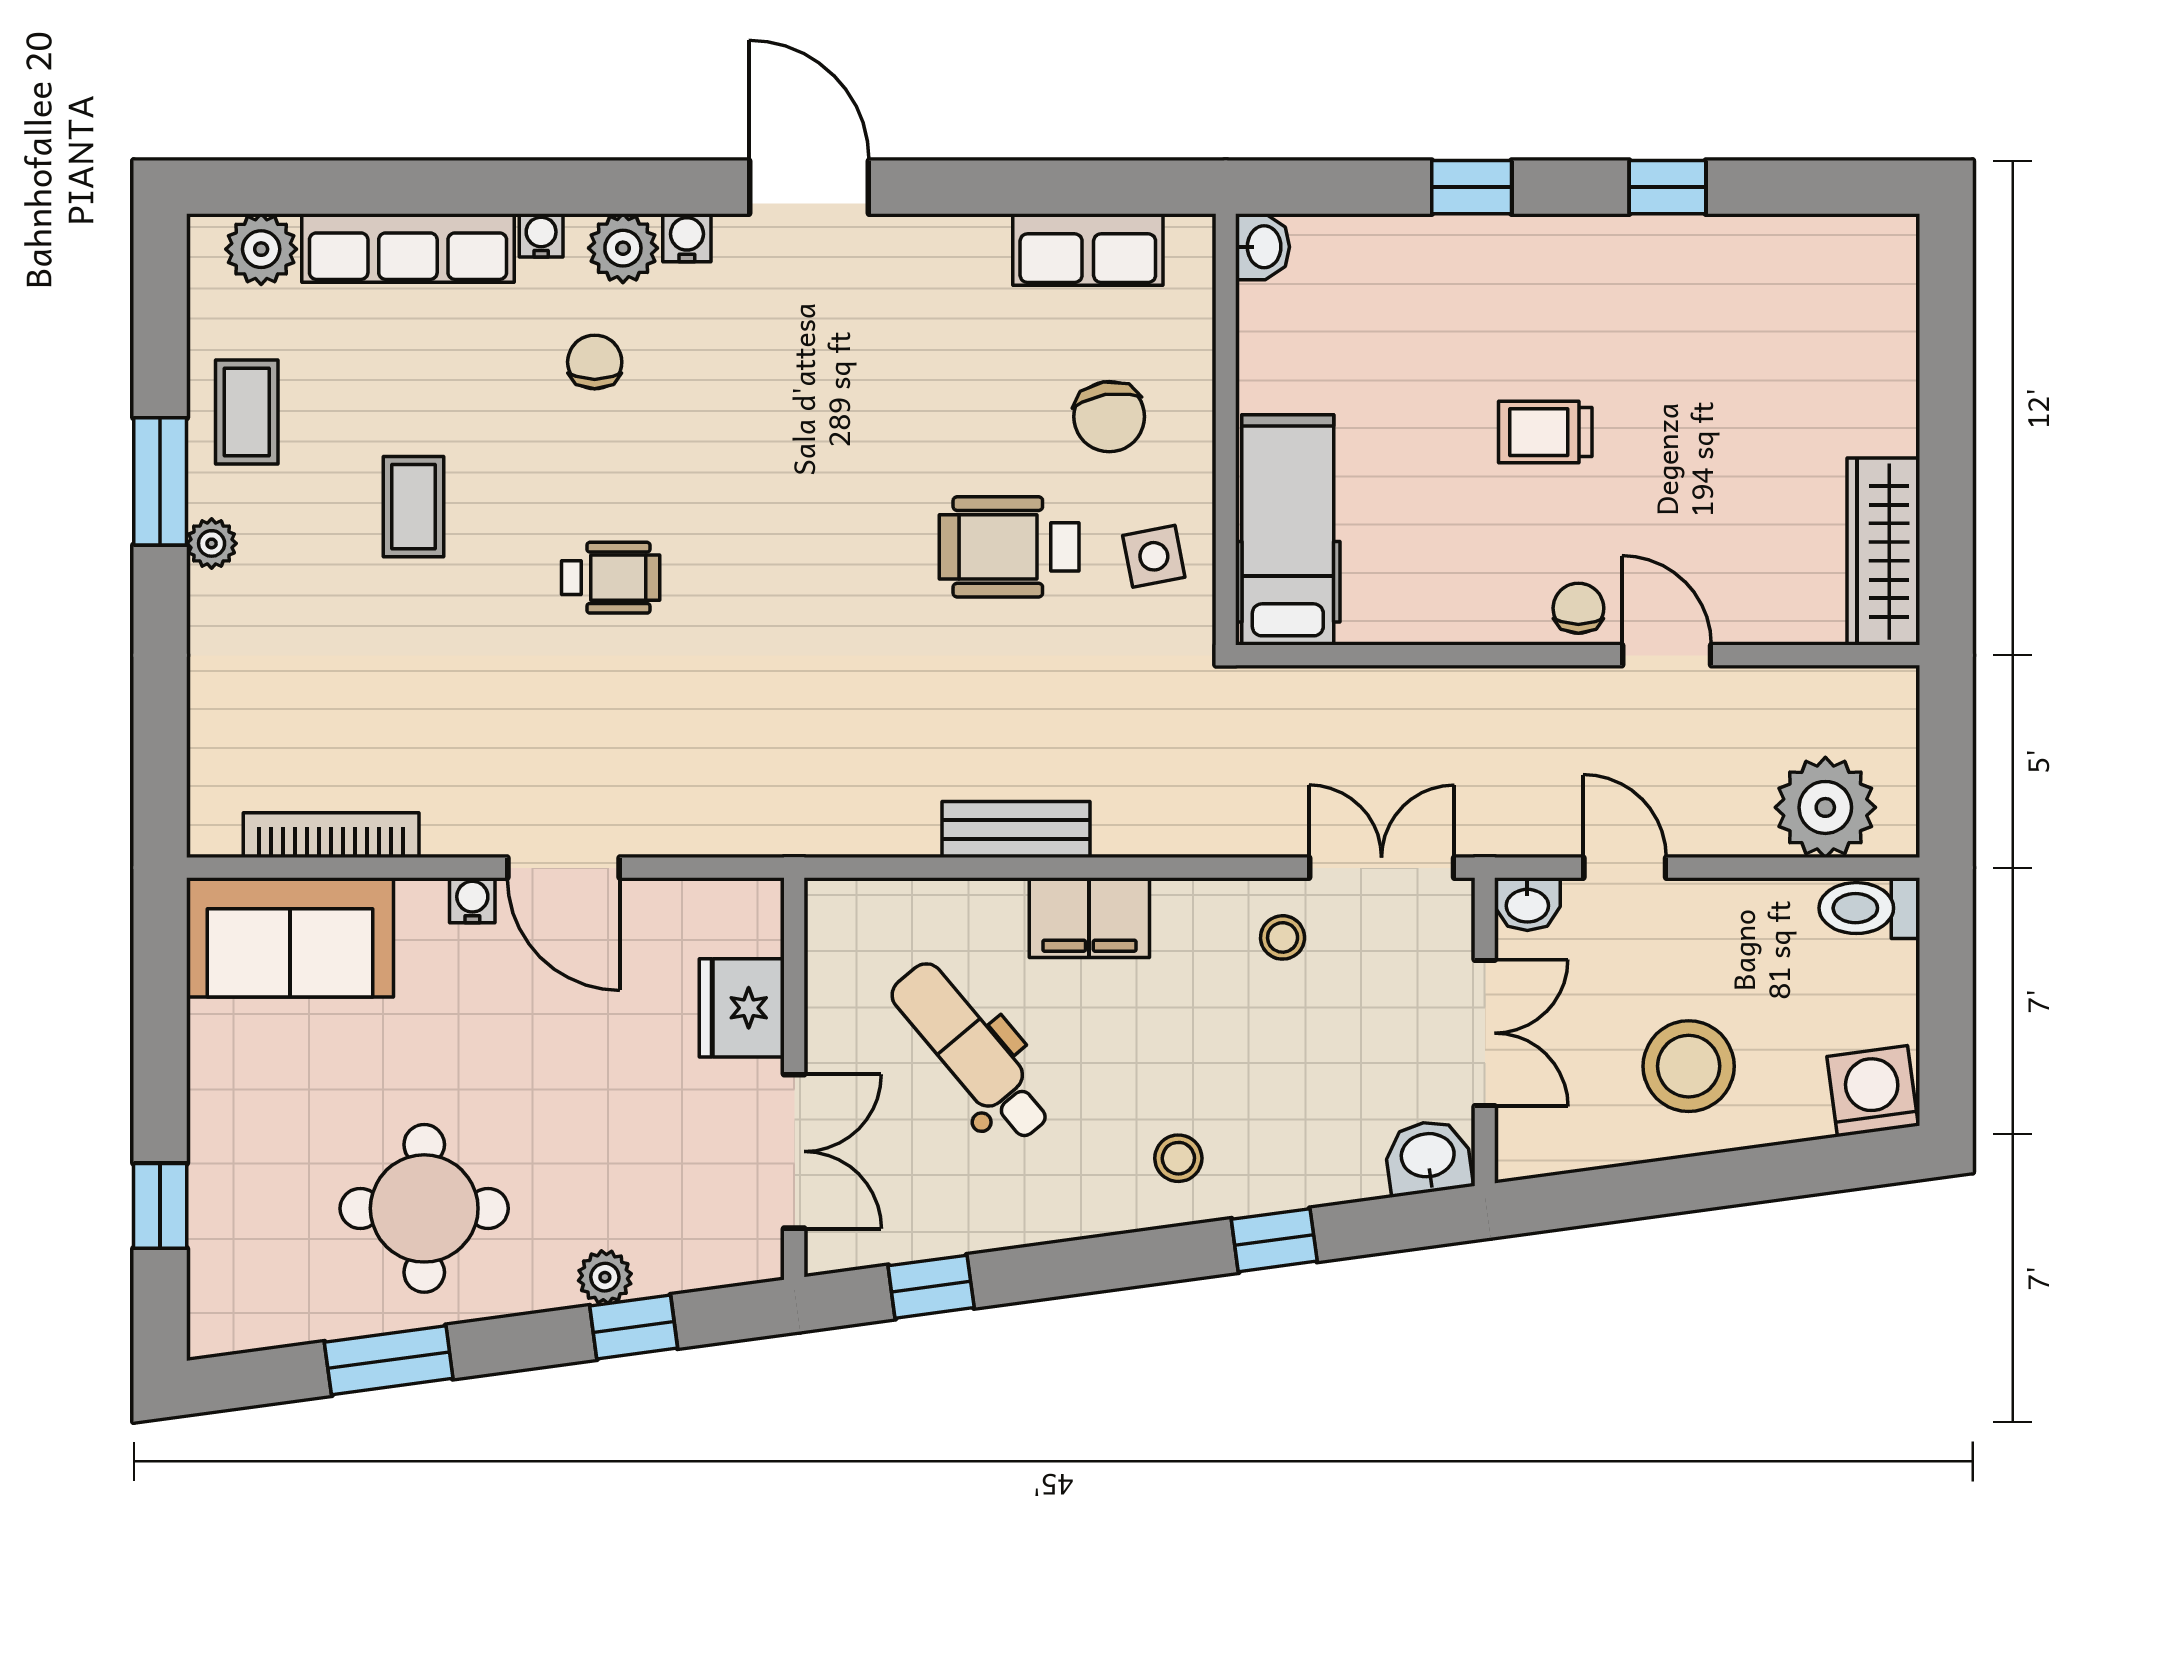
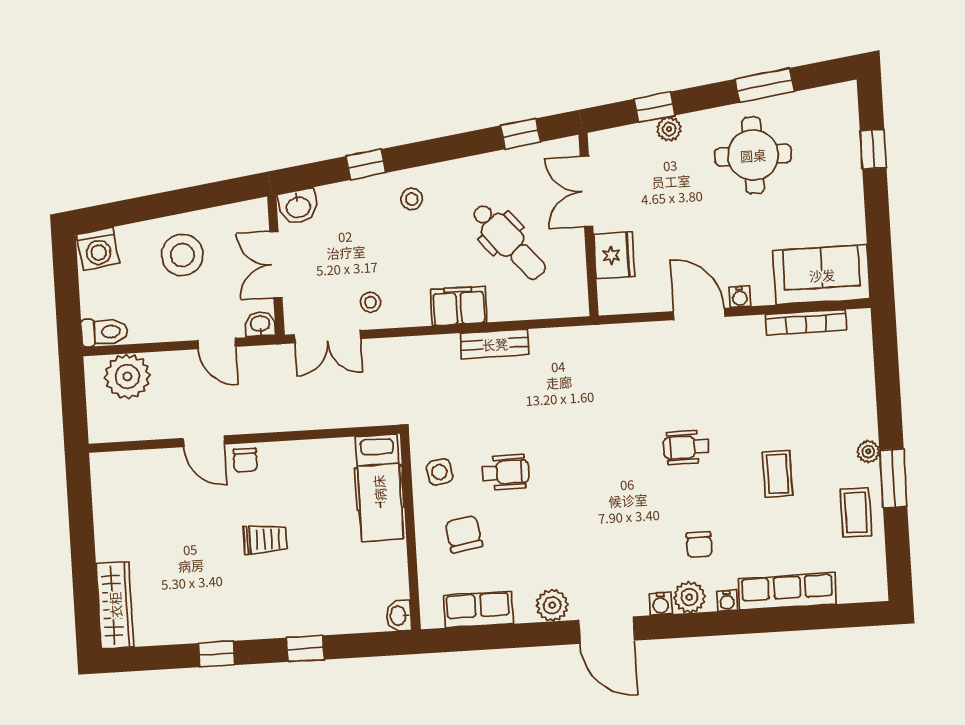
plant: (261, 249) -> (552, 605), moved
wheelchair: (1009, 547) -> (506, 472), width x0.73, depth x0.73
wardrobe: (1883, 552) -> (115, 605), moved

